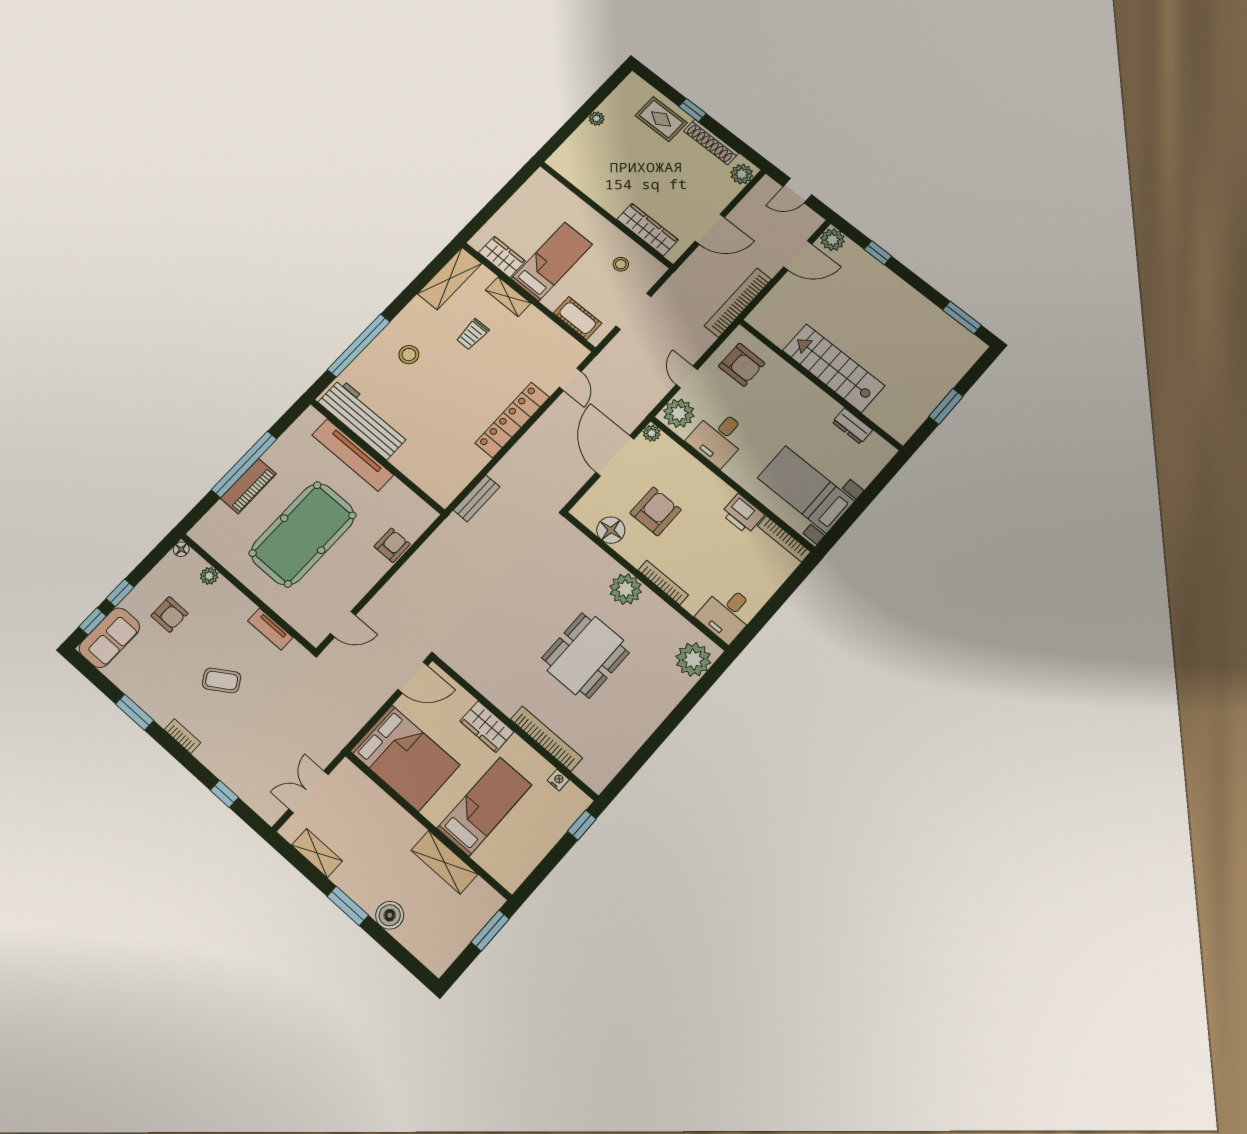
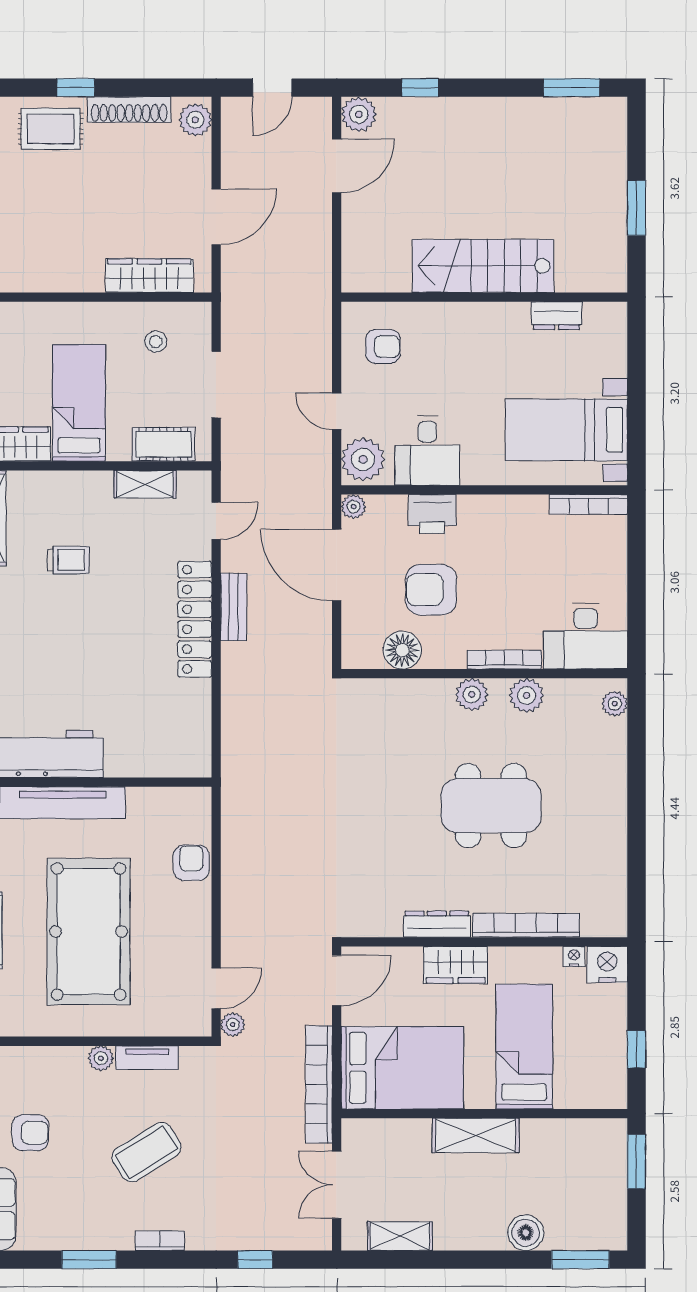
shelving: (508, 297) -> (145, 484), moved
bookcase: (738, 303) -> (319, 1084), moved
trolley: (473, 334) -> (68, 560), turned -90
stool: (409, 355) -> (21, 642), removed
armchair: (742, 365) -> (383, 346), width x0.72, depth x0.72
door: (570, 379) -> (216, 521), hinge flipped
bench: (477, 498) -> (234, 607), moved
armchair: (656, 511) -> (431, 590), turned -90
printer: (743, 514) -> (432, 514), moved
plant: (209, 576) -> (101, 1058), moved
plant: (626, 589) -> (472, 694), width x0.73, depth x0.73
plant: (659, 612) -> (527, 695), added
desk: (727, 613) -> (586, 636), width x1.37
plant: (334, 652) -> (233, 1024), added
dining table: (585, 655) -> (491, 806), turned 90
plant: (693, 659) -> (615, 704), width x0.53, depth x0.53
coffee table: (222, 680) -> (146, 1152), width x1.36, depth x1.30
dresser: (497, 695) -> (437, 924), added
nightstand: (573, 801) -> (607, 964), added
window: (582, 825) -> (637, 1049), moved
shelving: (444, 862) -> (476, 1135), moved
window: (348, 906) -> (580, 1260), moved

